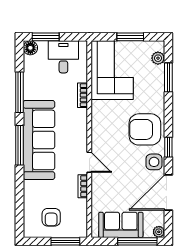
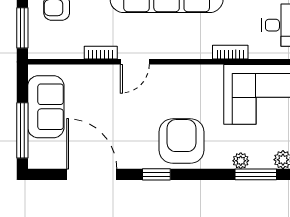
side table: (154, 162) -> (135, 154), removed
plant: (159, 232) -> (241, 161), moved

